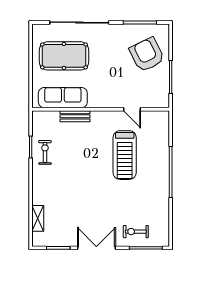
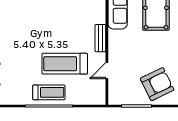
bench: (75, 116) -> (100, 38), moved
treadmill: (156, 172) -> (49, 92), added

